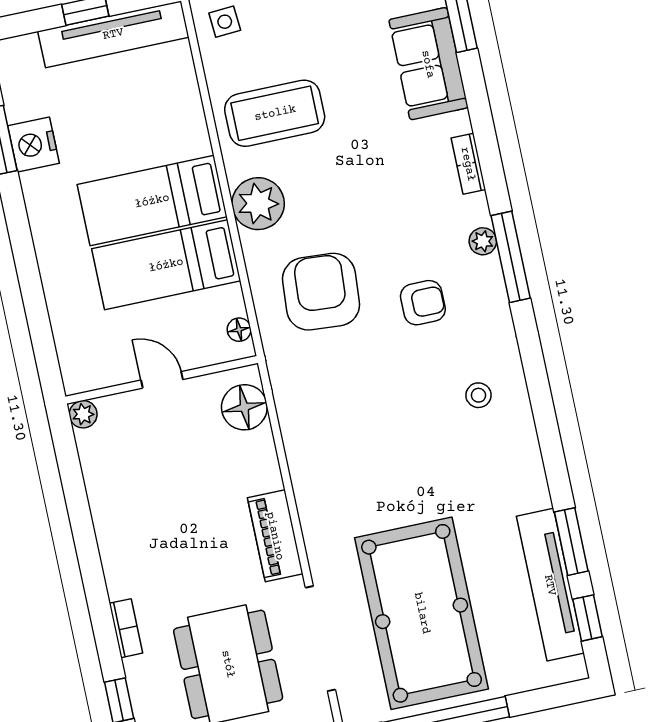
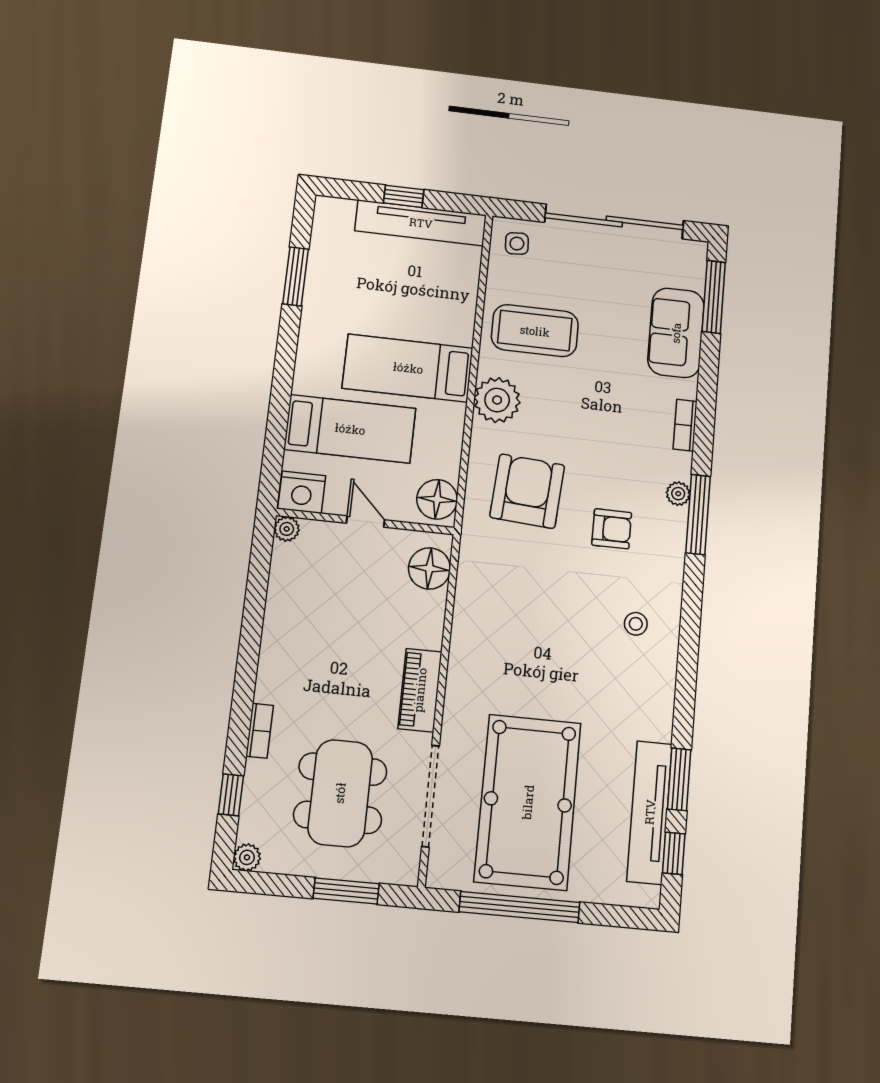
nightstand: (33, 144) -> (302, 492), moved, turned -90
bed: (166, 265) -> (350, 429), moved, turned 180
floor lamp: (239, 330) -> (437, 499), width x1.89, depth x1.89

